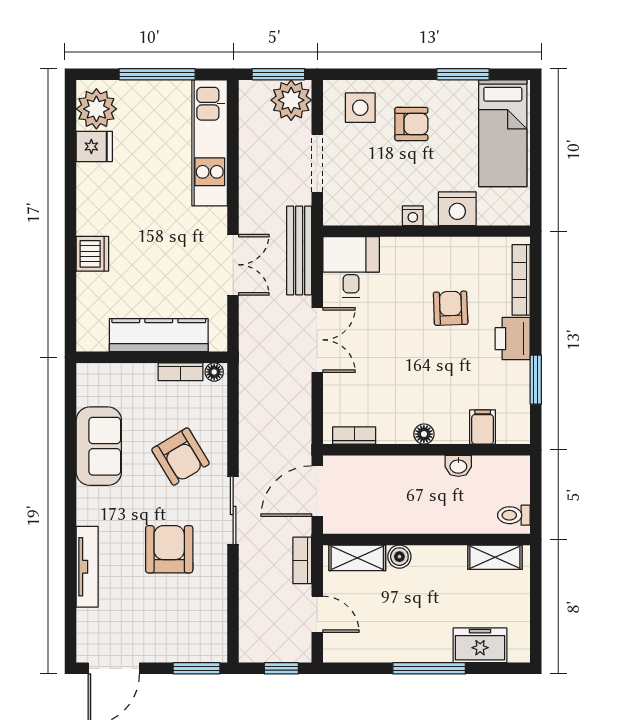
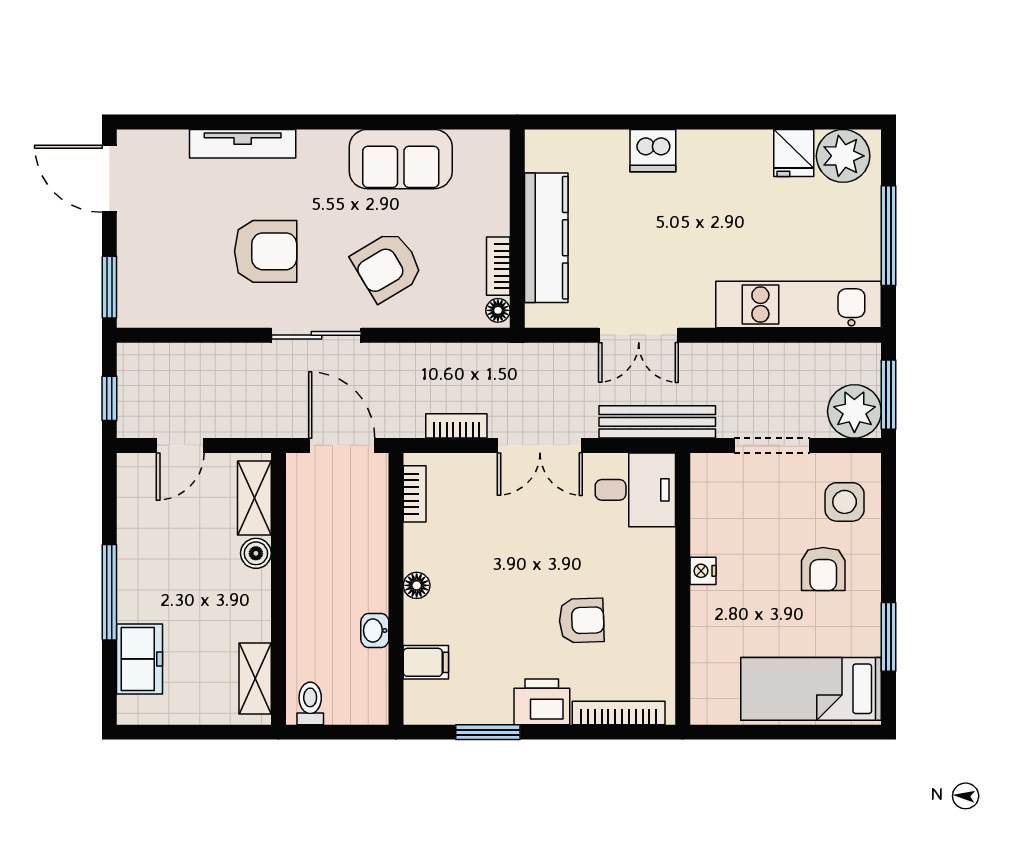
nightstand: (457, 209) -> (712, 629), removed
bookcase: (302, 560) -> (456, 426), moved

